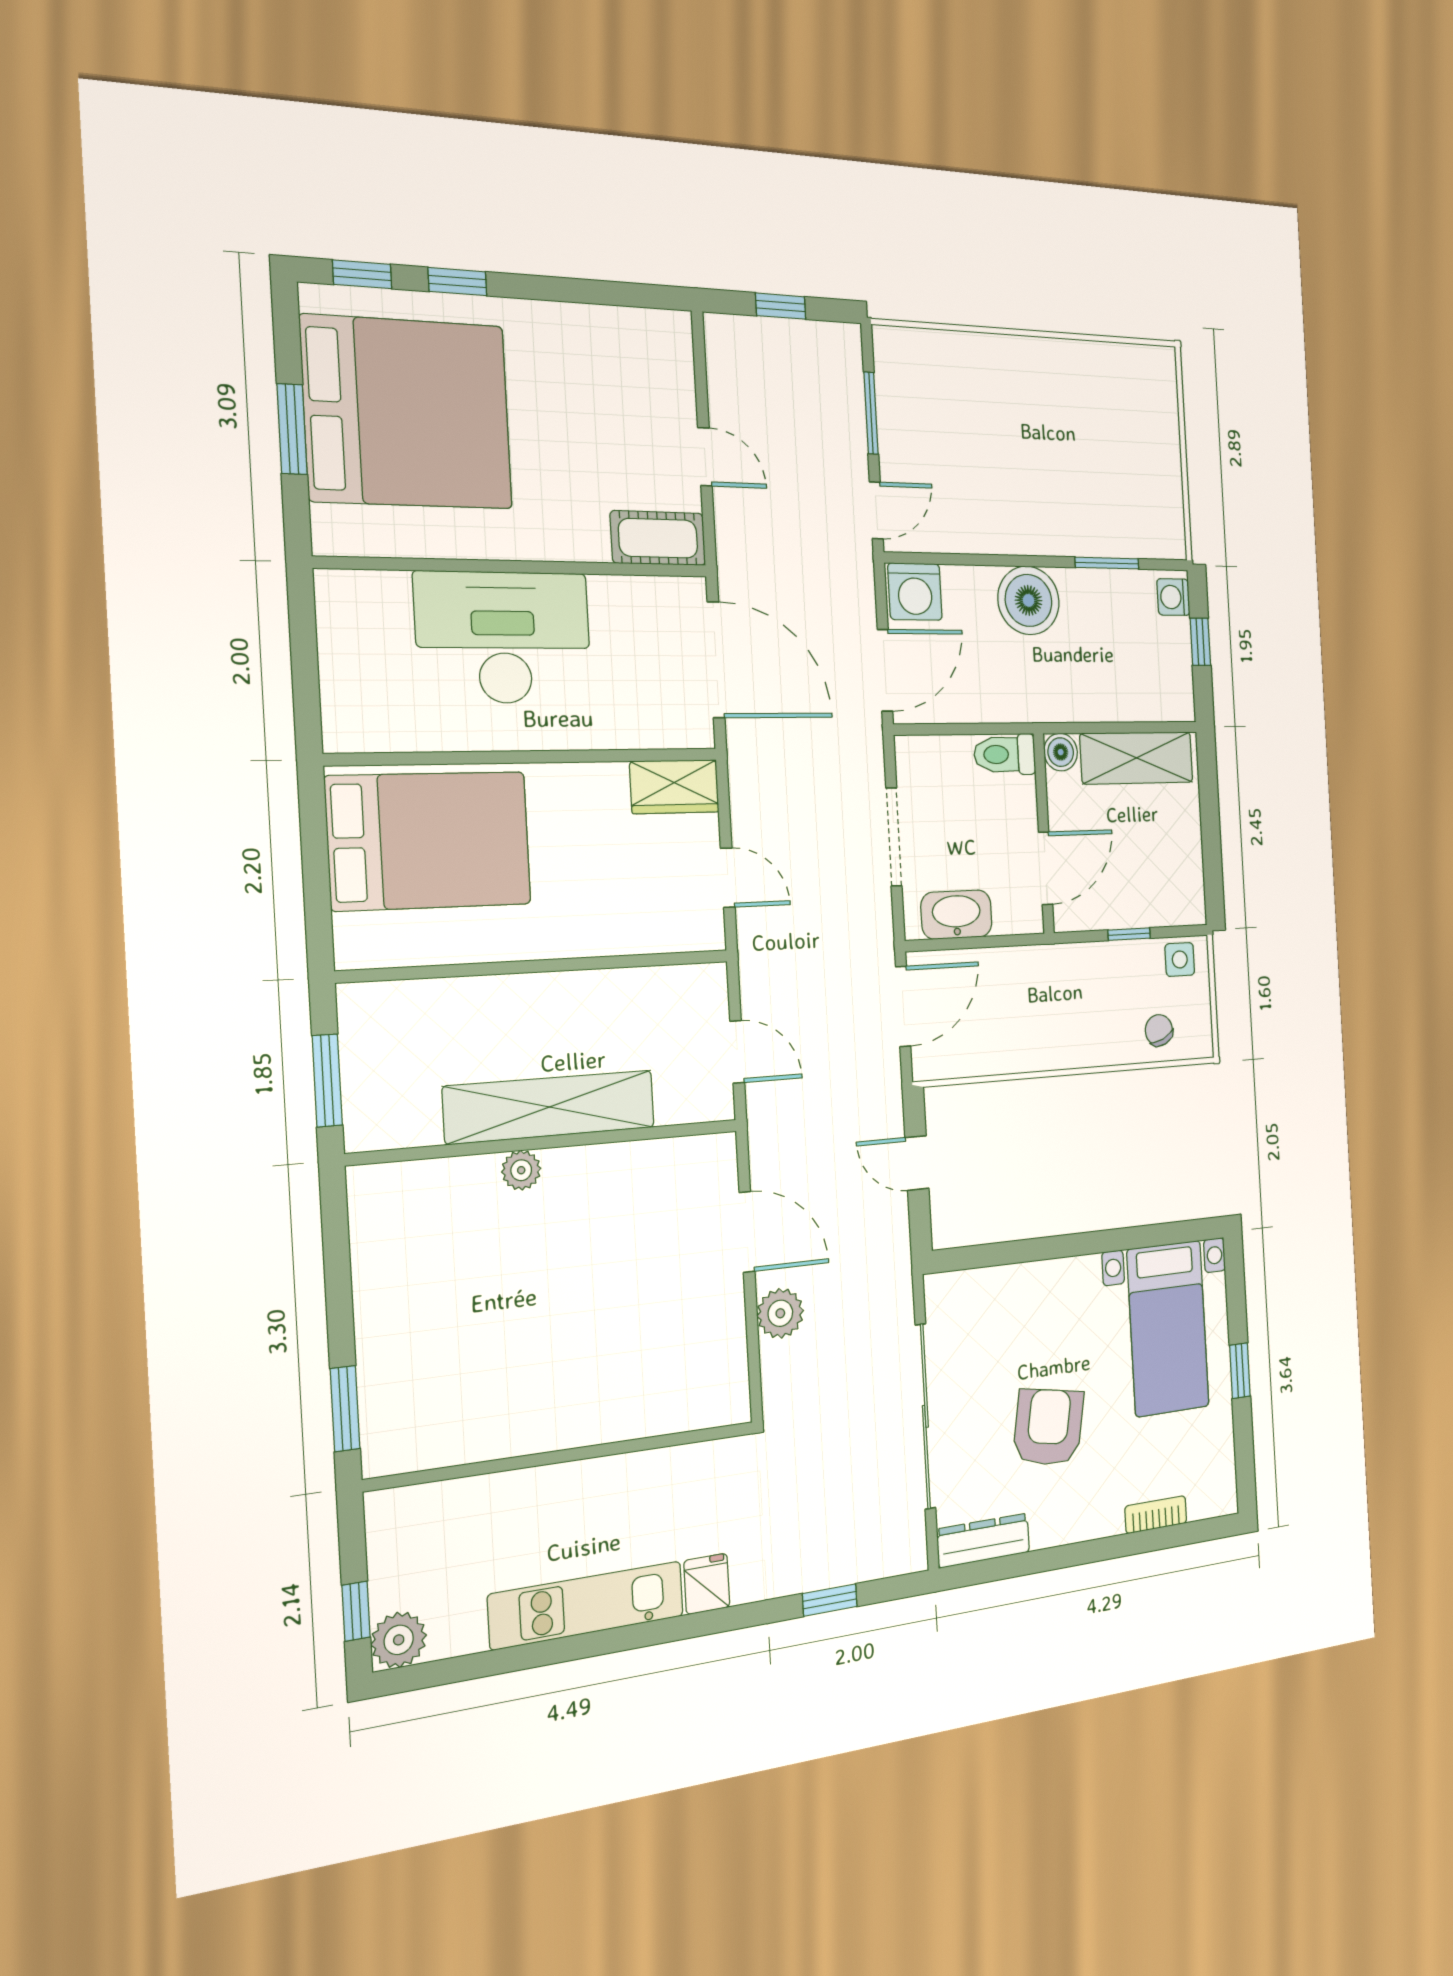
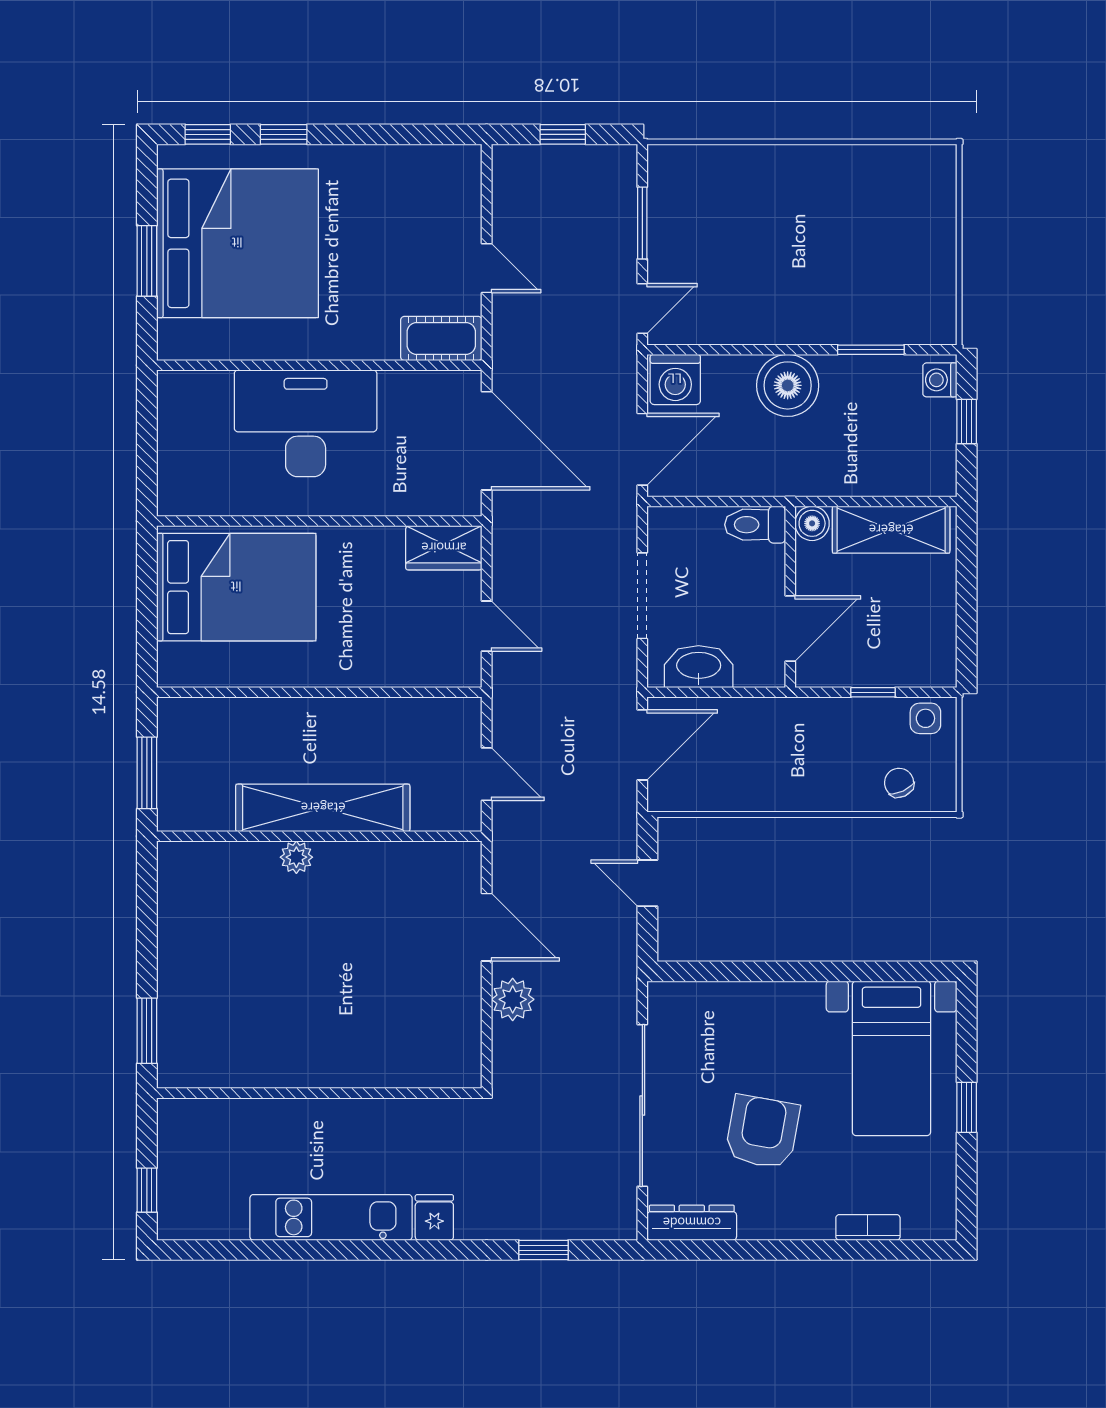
plant: (399, 1640) -> (178, 1218), removed

